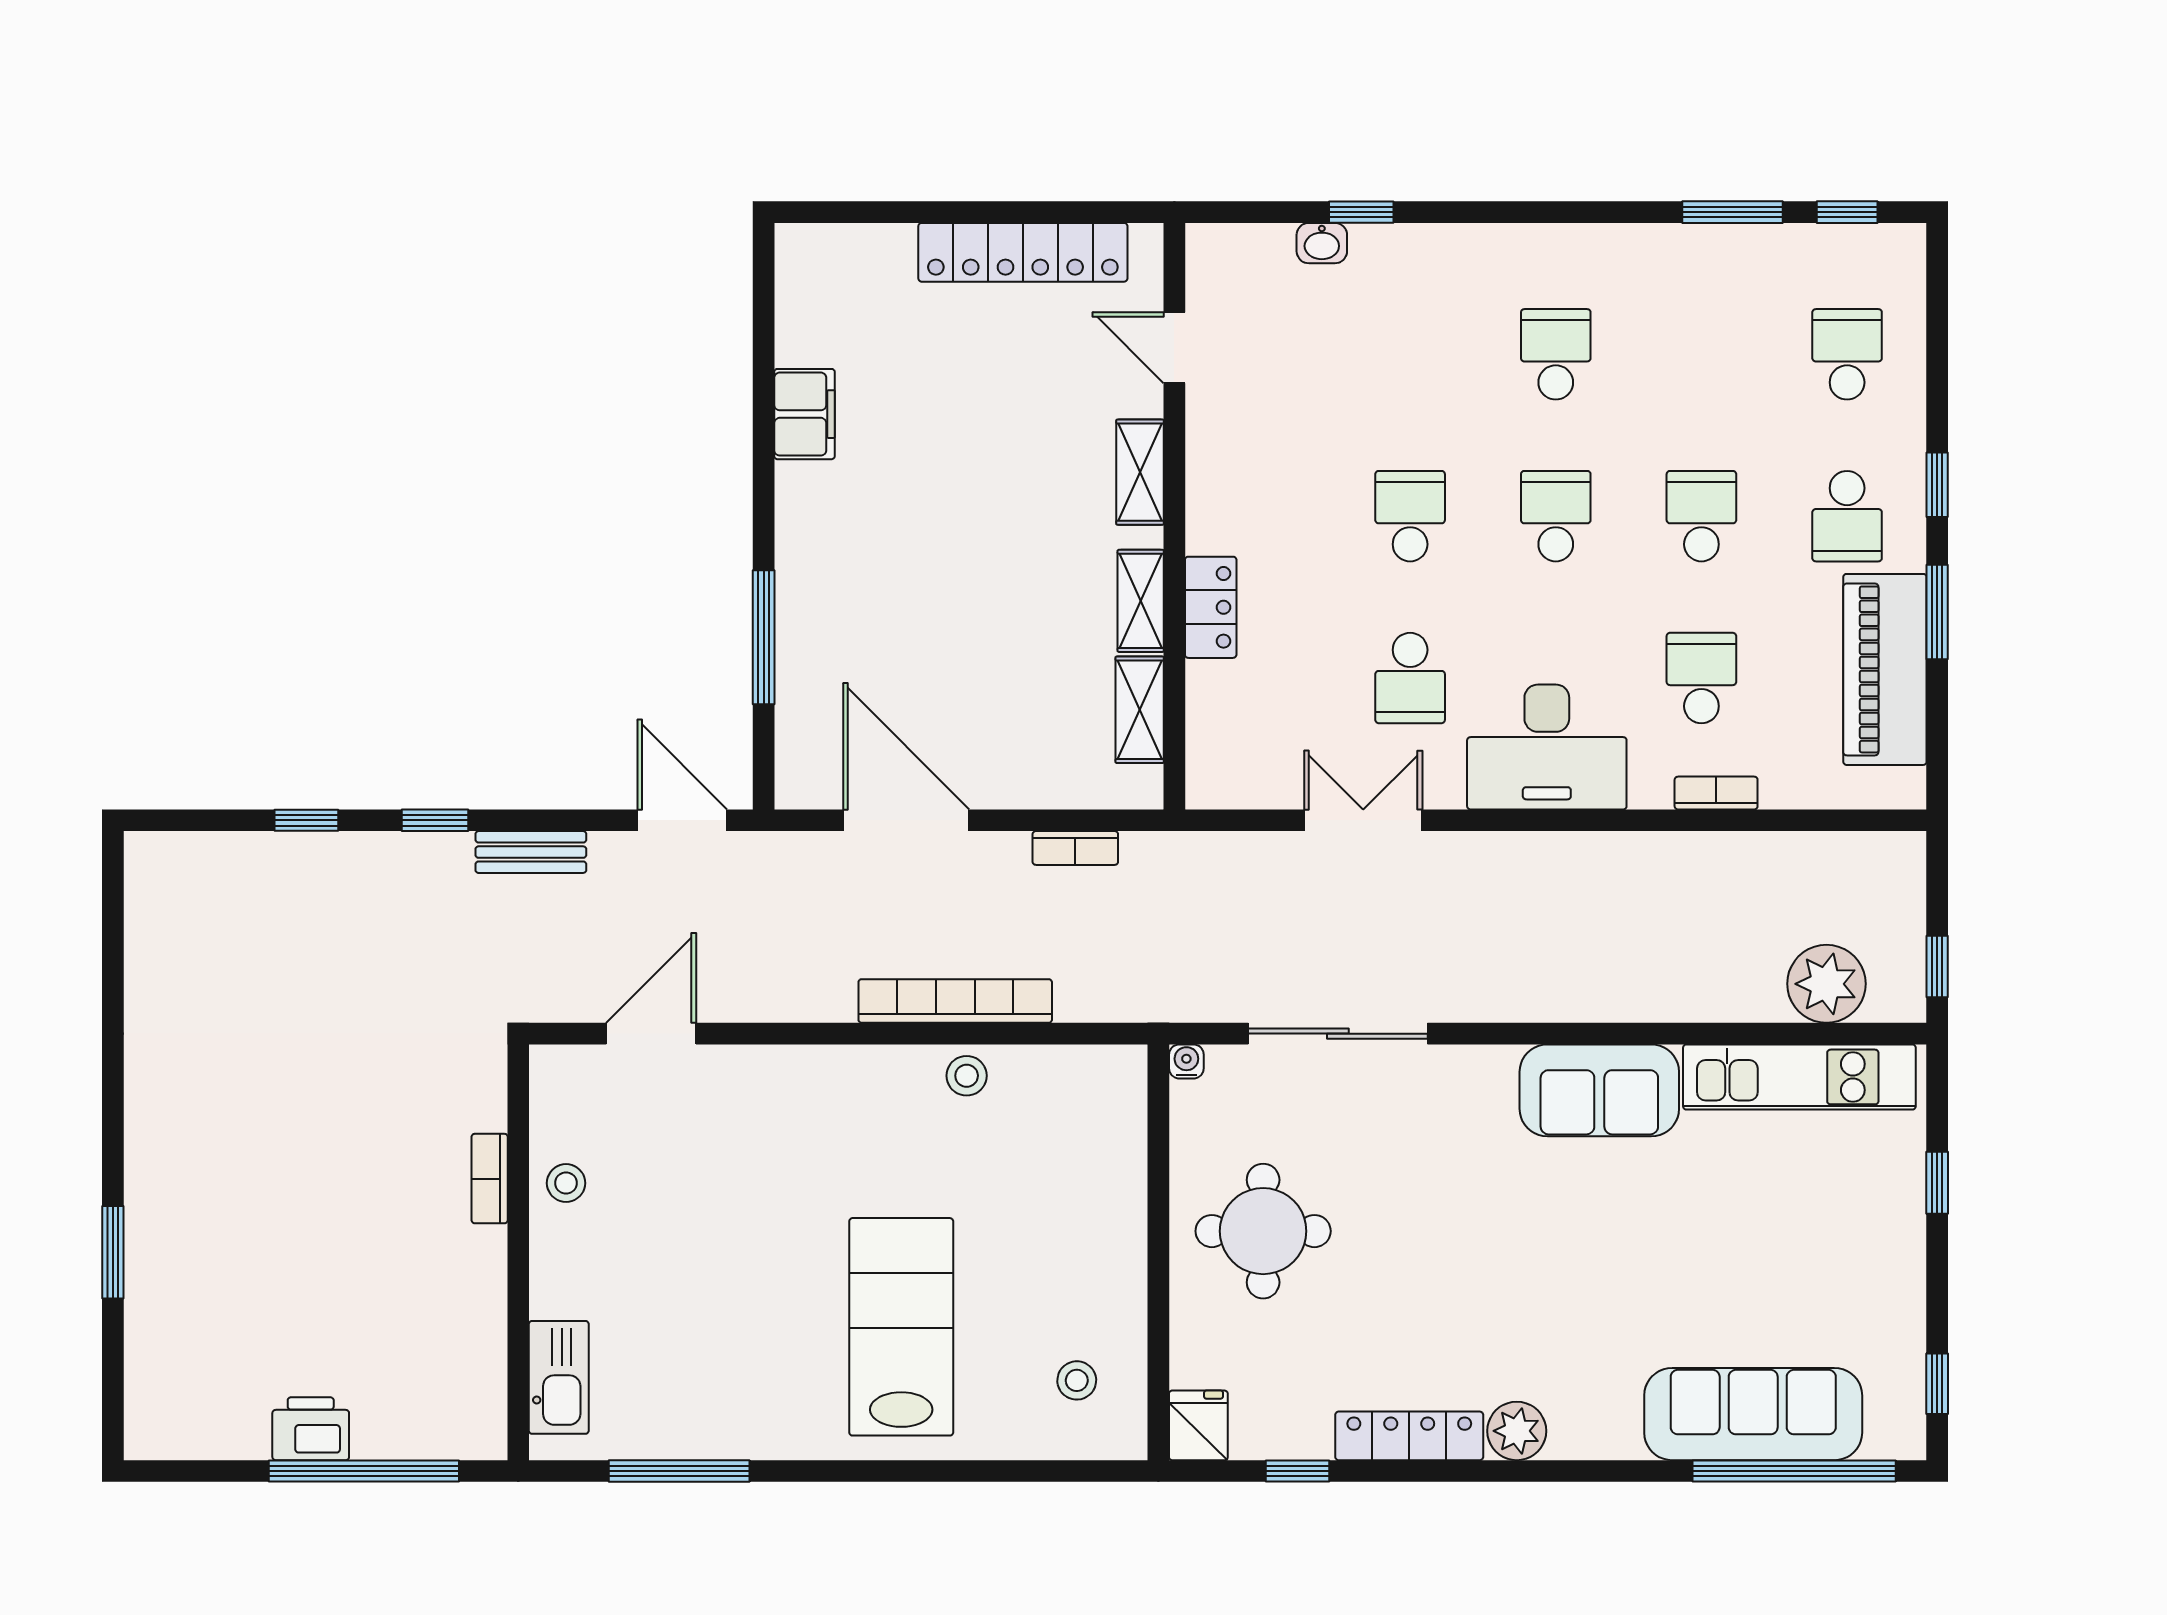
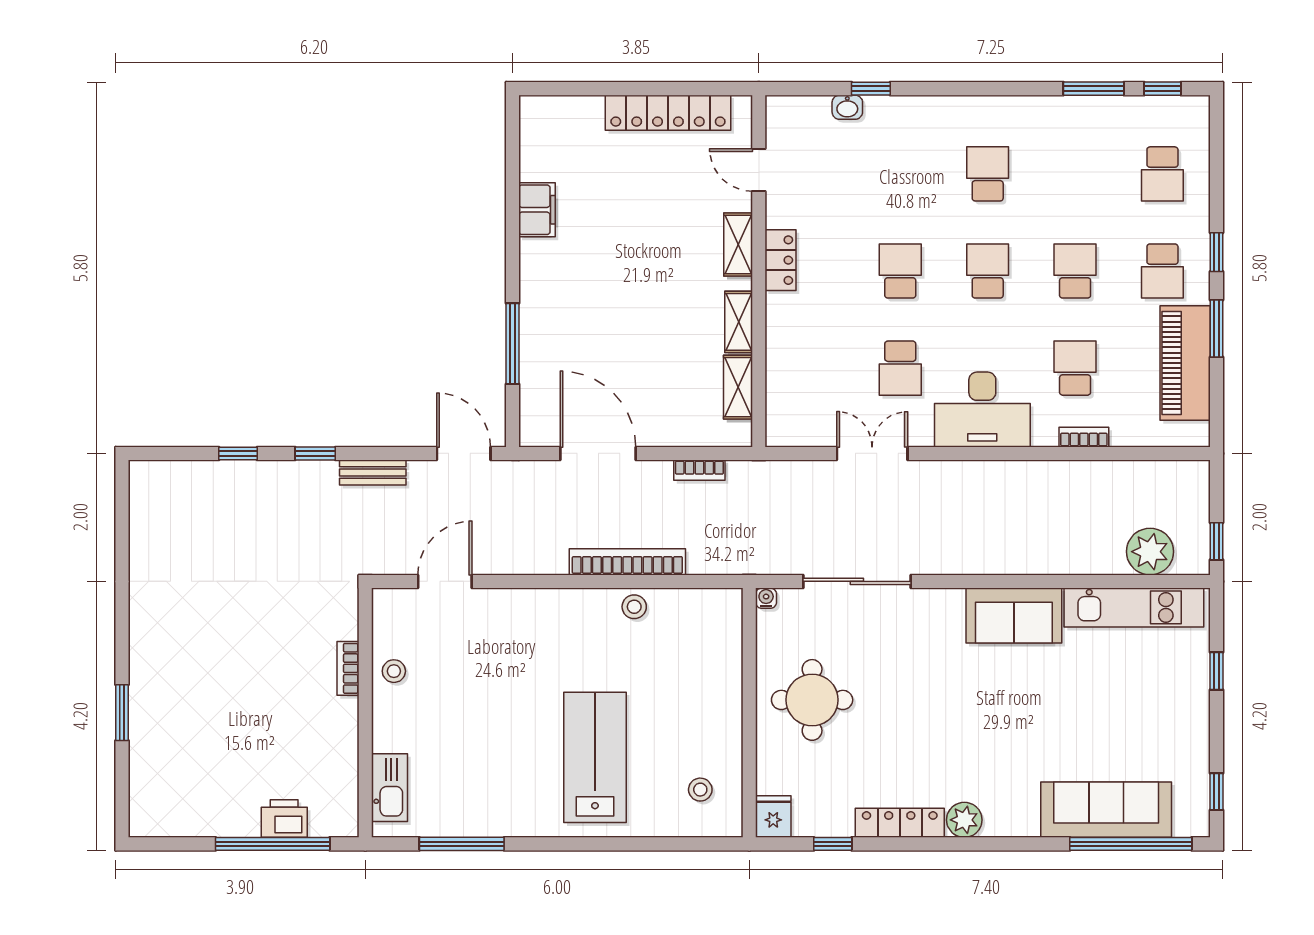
school desk: (1847, 354) -> (1162, 174), turned 180
locker: (1211, 607) -> (781, 260), moved
printer: (311, 1429) -> (284, 818), moved

